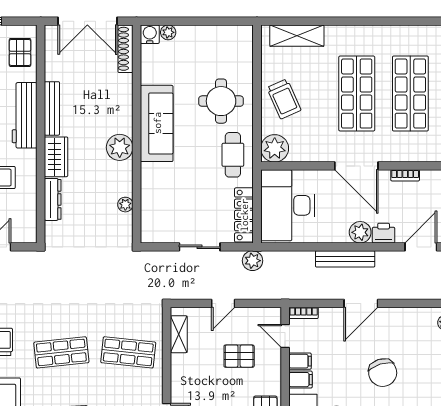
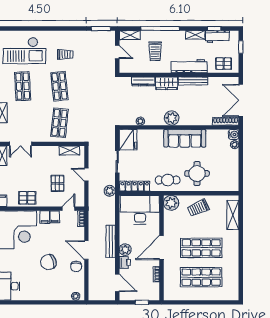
fridge: (159, 227) -> (128, 140), added
chair: (391, 322) -> (76, 266), added

